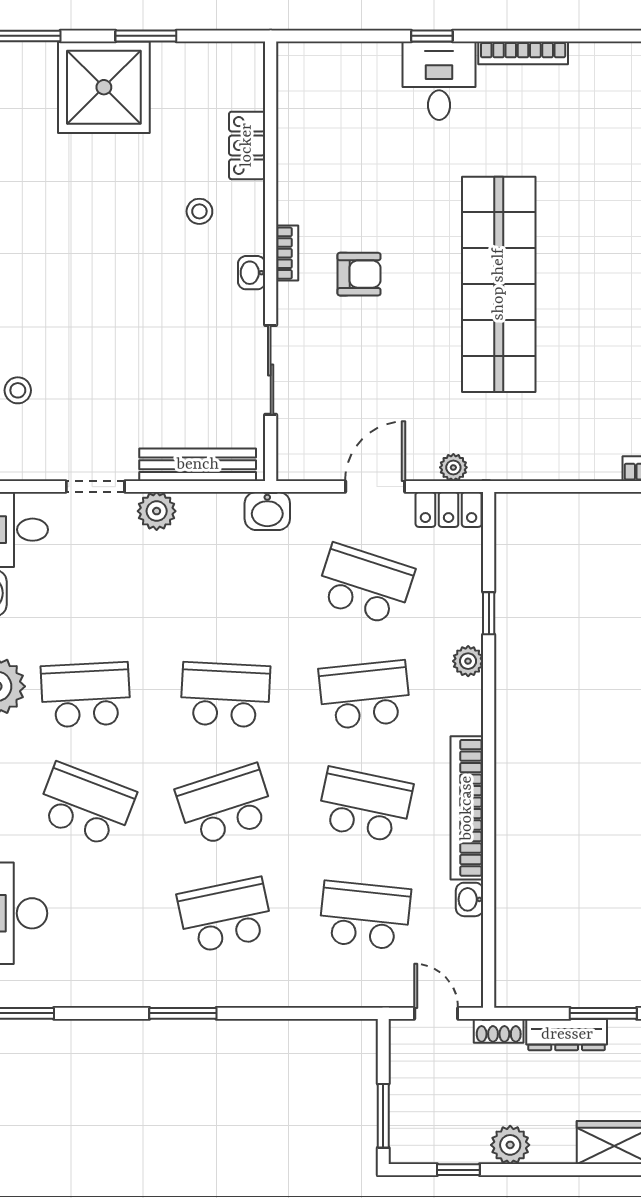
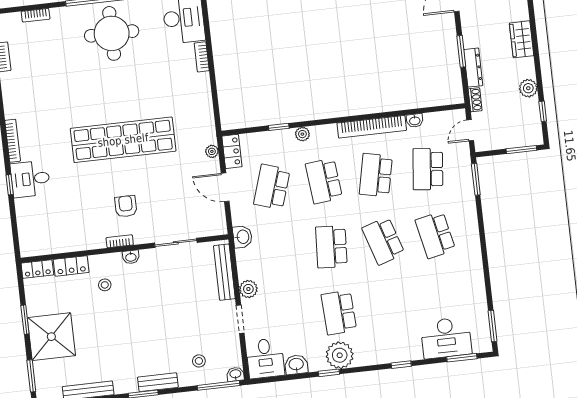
locker: (249, 74) -> (37, 269), added
school desk: (86, 805) -> (391, 307), removed
window: (183, 1013) -> (476, 179), moved

